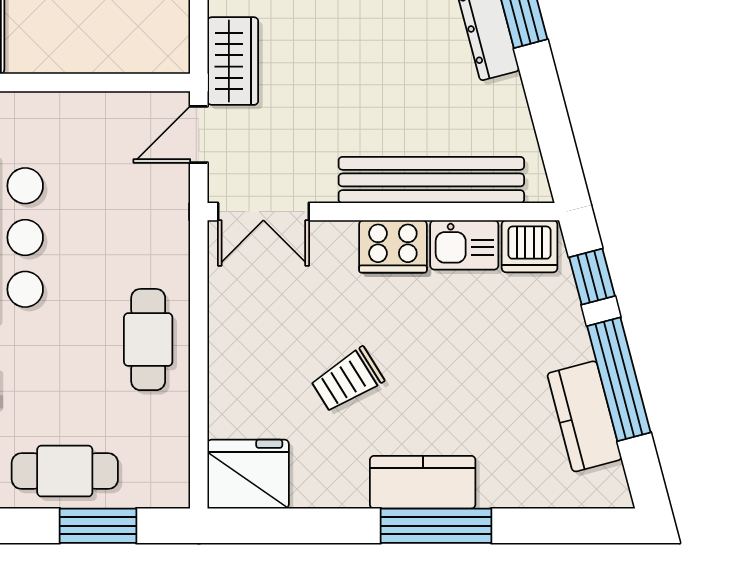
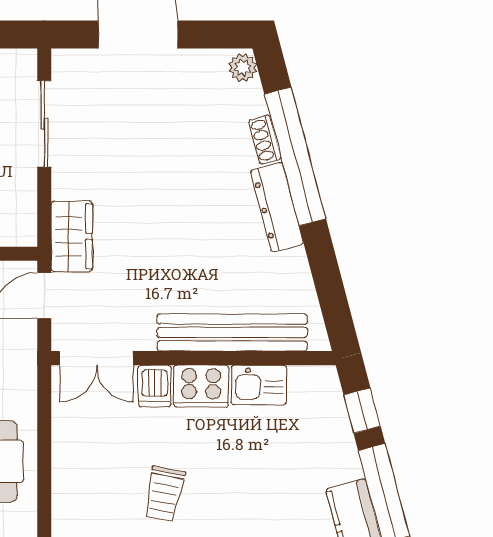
dishwasher: (530, 246) -> (155, 386), moved, width x0.73
trolley: (347, 380) -> (164, 494), turned -47

